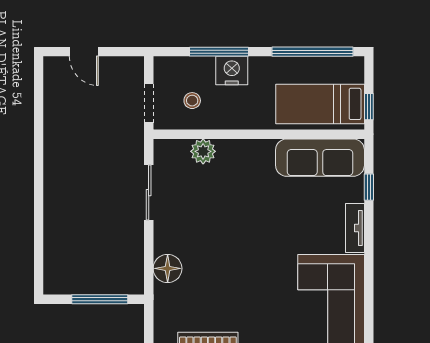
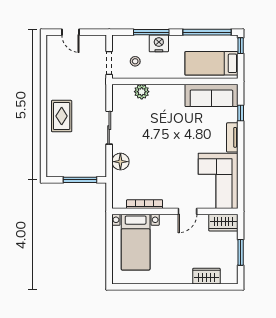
window: (369, 107) -> (241, 46), moved
rug: (69, 192) -> (62, 116), added
sliding door: (149, 193) -> (109, 128), moved

